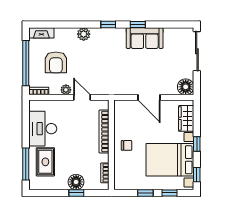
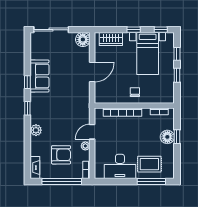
bed with nightstands: (170, 160) -> (148, 54), width x0.73

